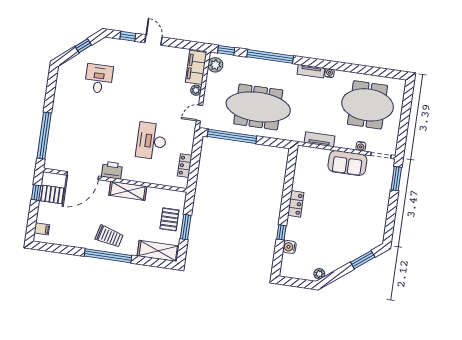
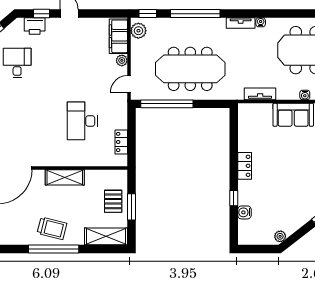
printer: (112, 170) -> (35, 26), moved, turned 180

